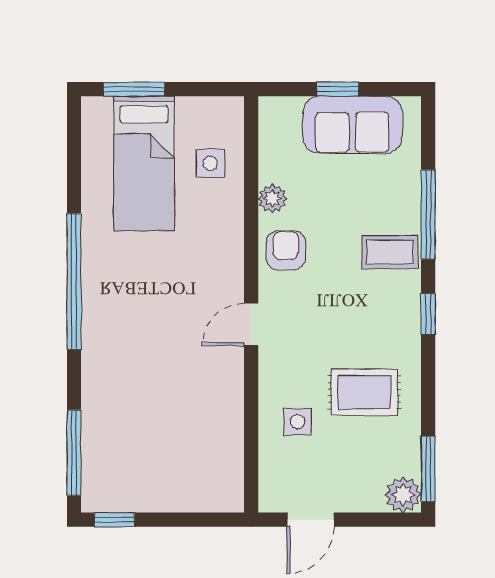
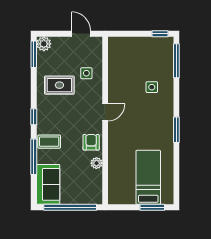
window: (338, 89) -> (70, 207), width x3.17
sofa: (352, 125) -> (48, 184), moved, turned 90
side table: (210, 163) -> (152, 87), moved
armchair: (286, 250) -> (91, 142), turned 180
window: (74, 281) -> (176, 130), width x0.47
door: (310, 520) -> (81, 34), hinge flipped

